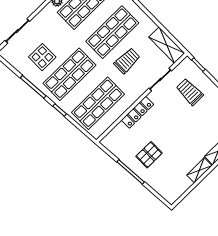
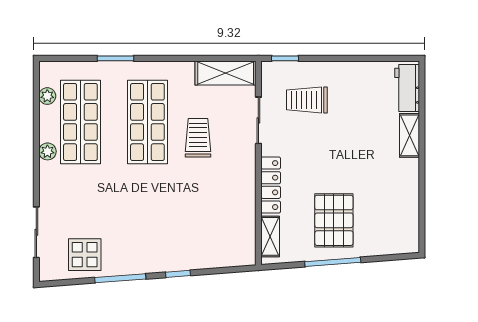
display table: (42, 57) -> (85, 255), moved
shop shelf: (69, 74) -> (147, 221), removed
shop shelf: (98, 103) -> (214, 221), removed
pallet: (149, 155) -> (334, 220), width x1.50, depth x1.42
shelving: (199, 170) -> (270, 236), moved

